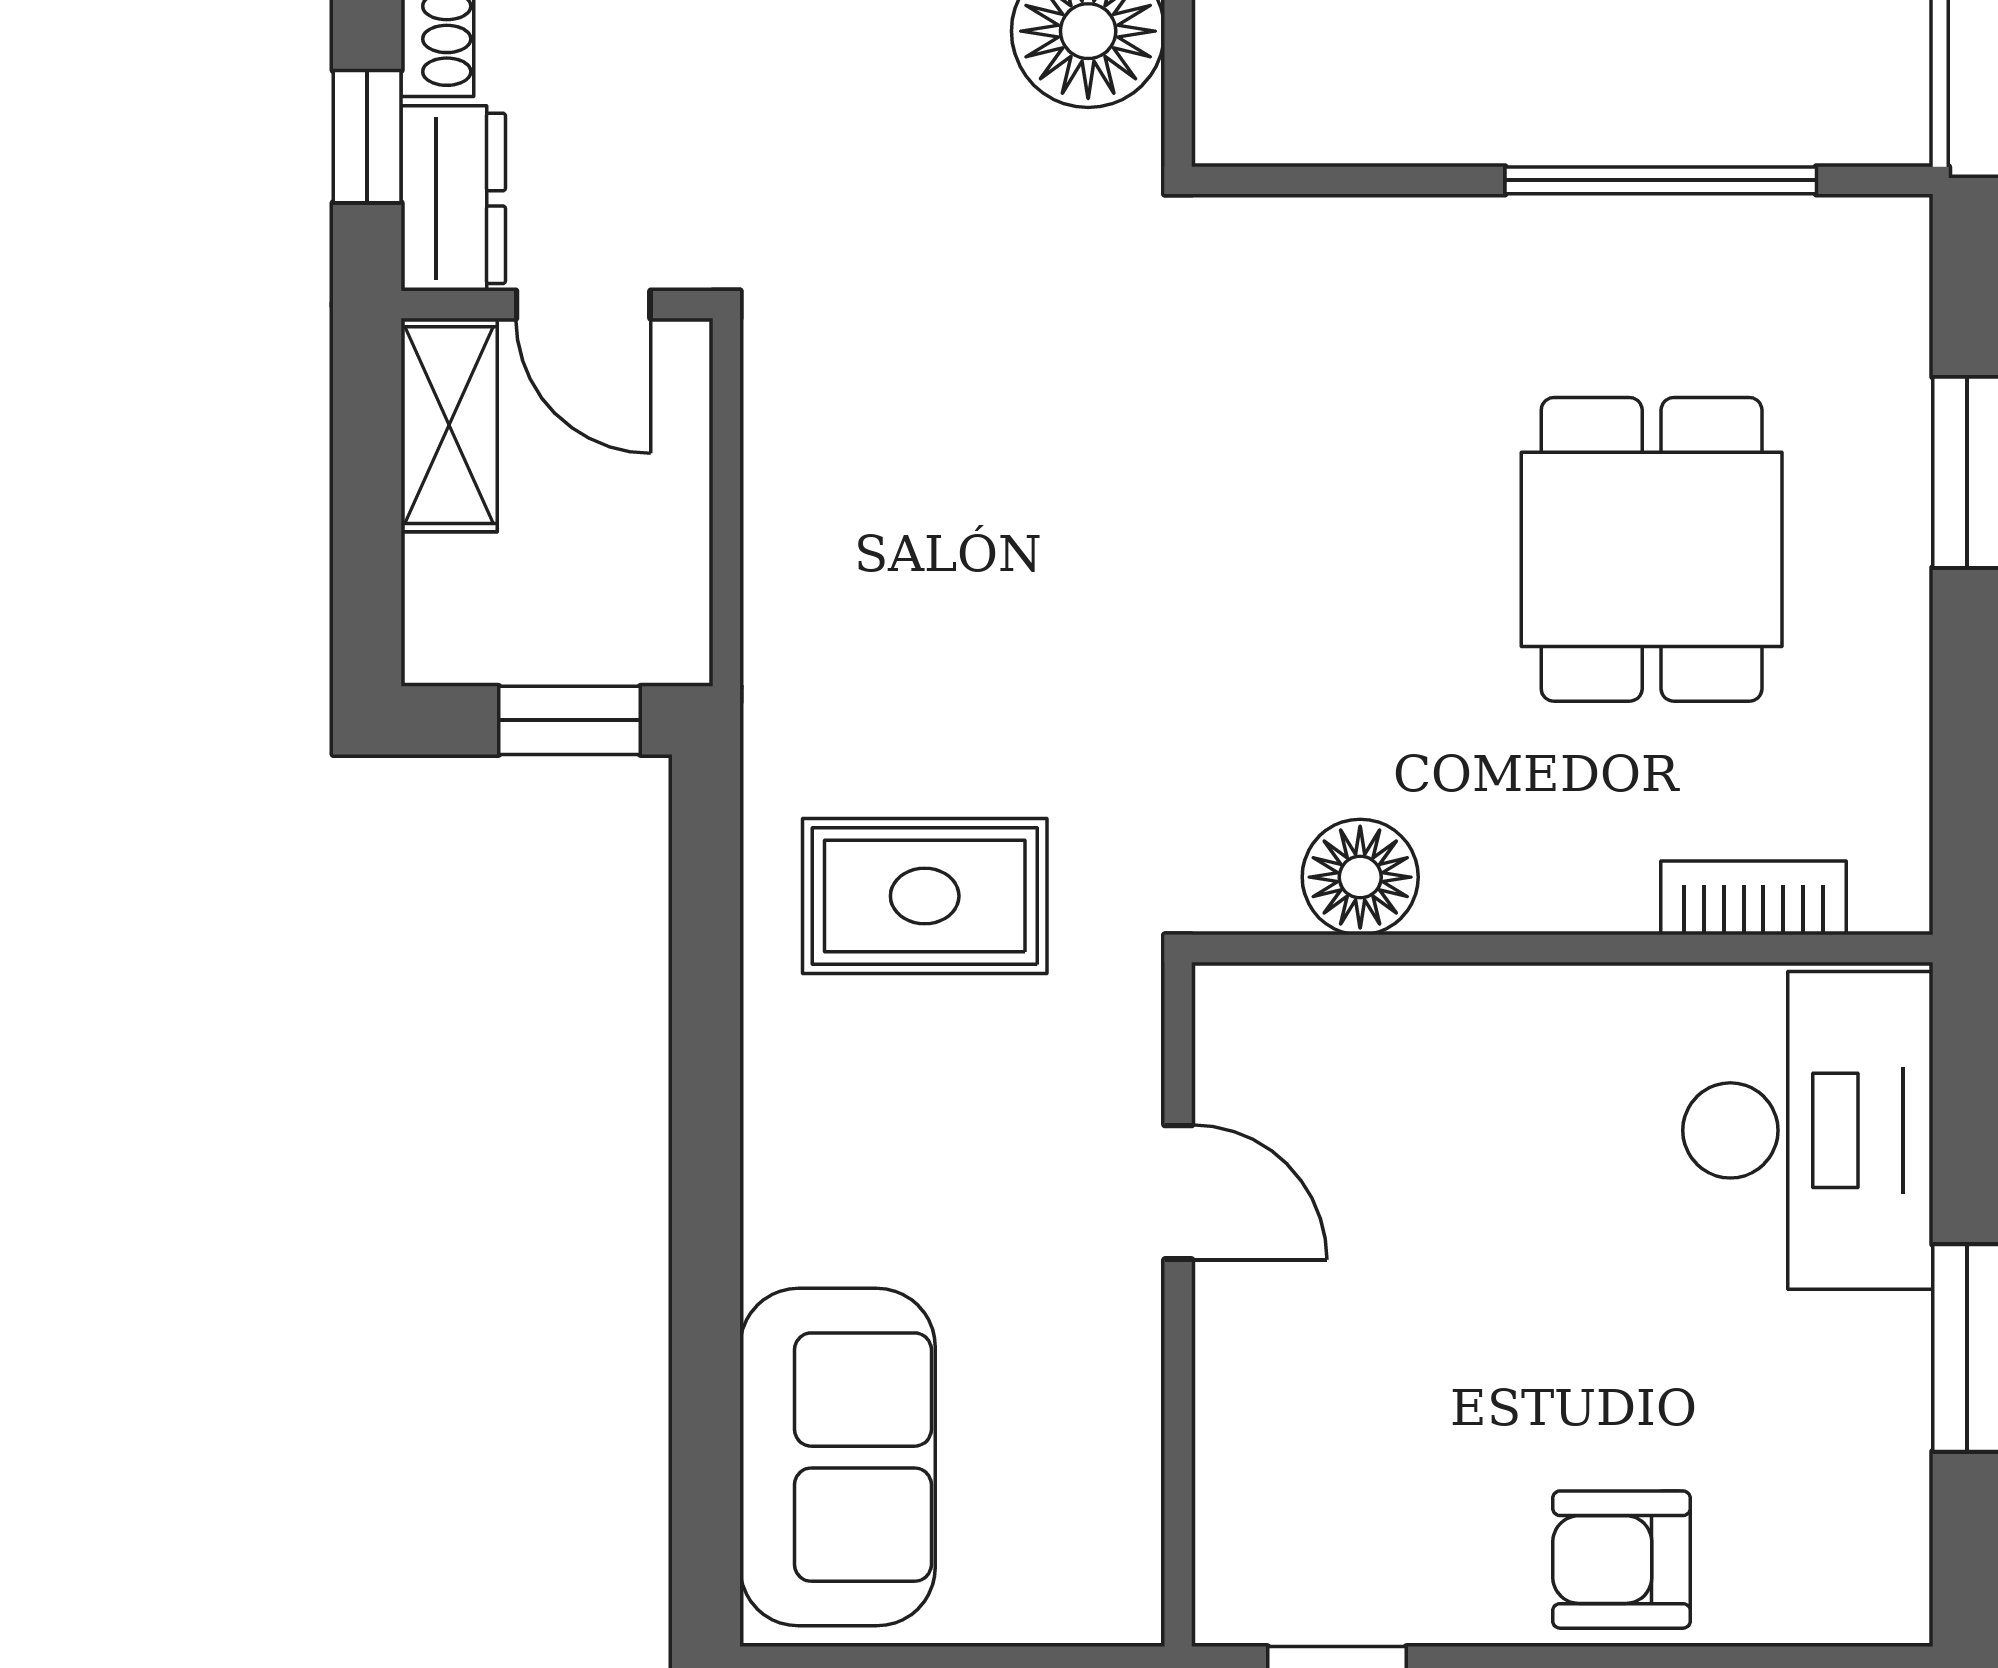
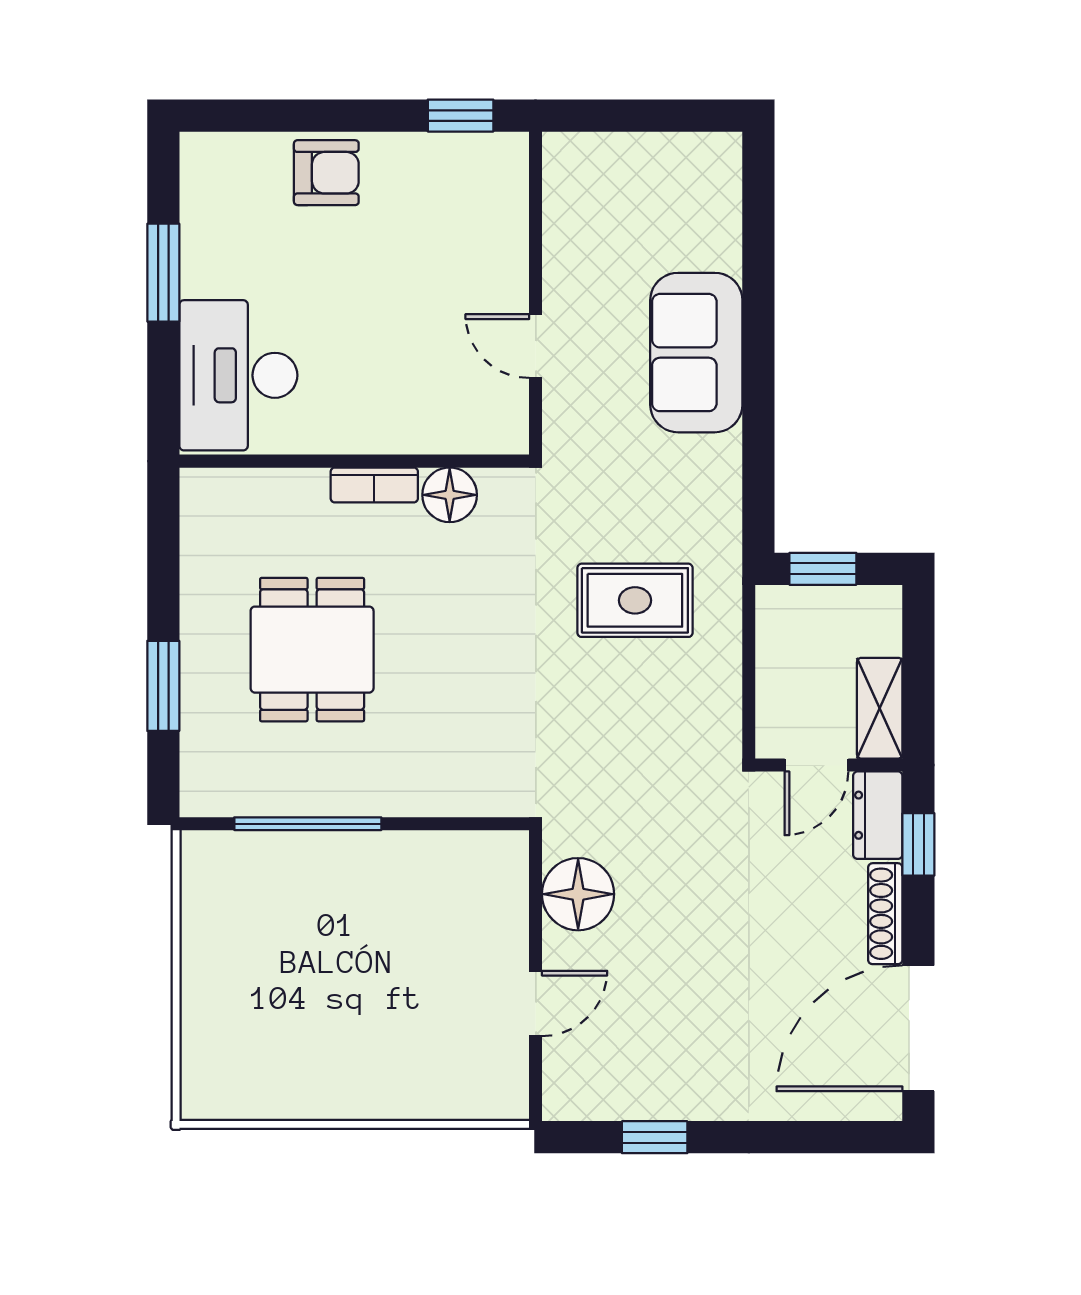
door: (583, 305) -> (816, 765), swing flipped
rug: (925, 896) -> (635, 600), moved
bookcase: (1754, 898) -> (374, 485), moved
sofa: (838, 1457) -> (696, 353), moved

